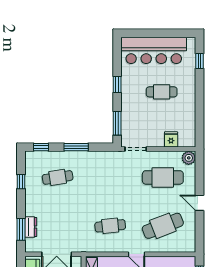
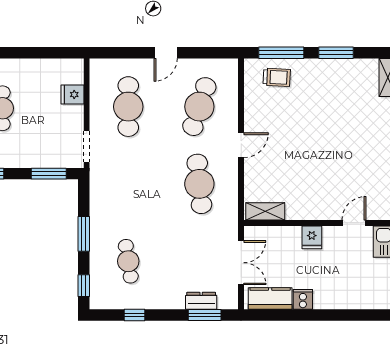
plant: (189, 158) -> (100, 68), removed
cafe table: (110, 226) -> (199, 184), width x1.37, depth x1.35
cafe table: (163, 226) -> (199, 107), turned 39

